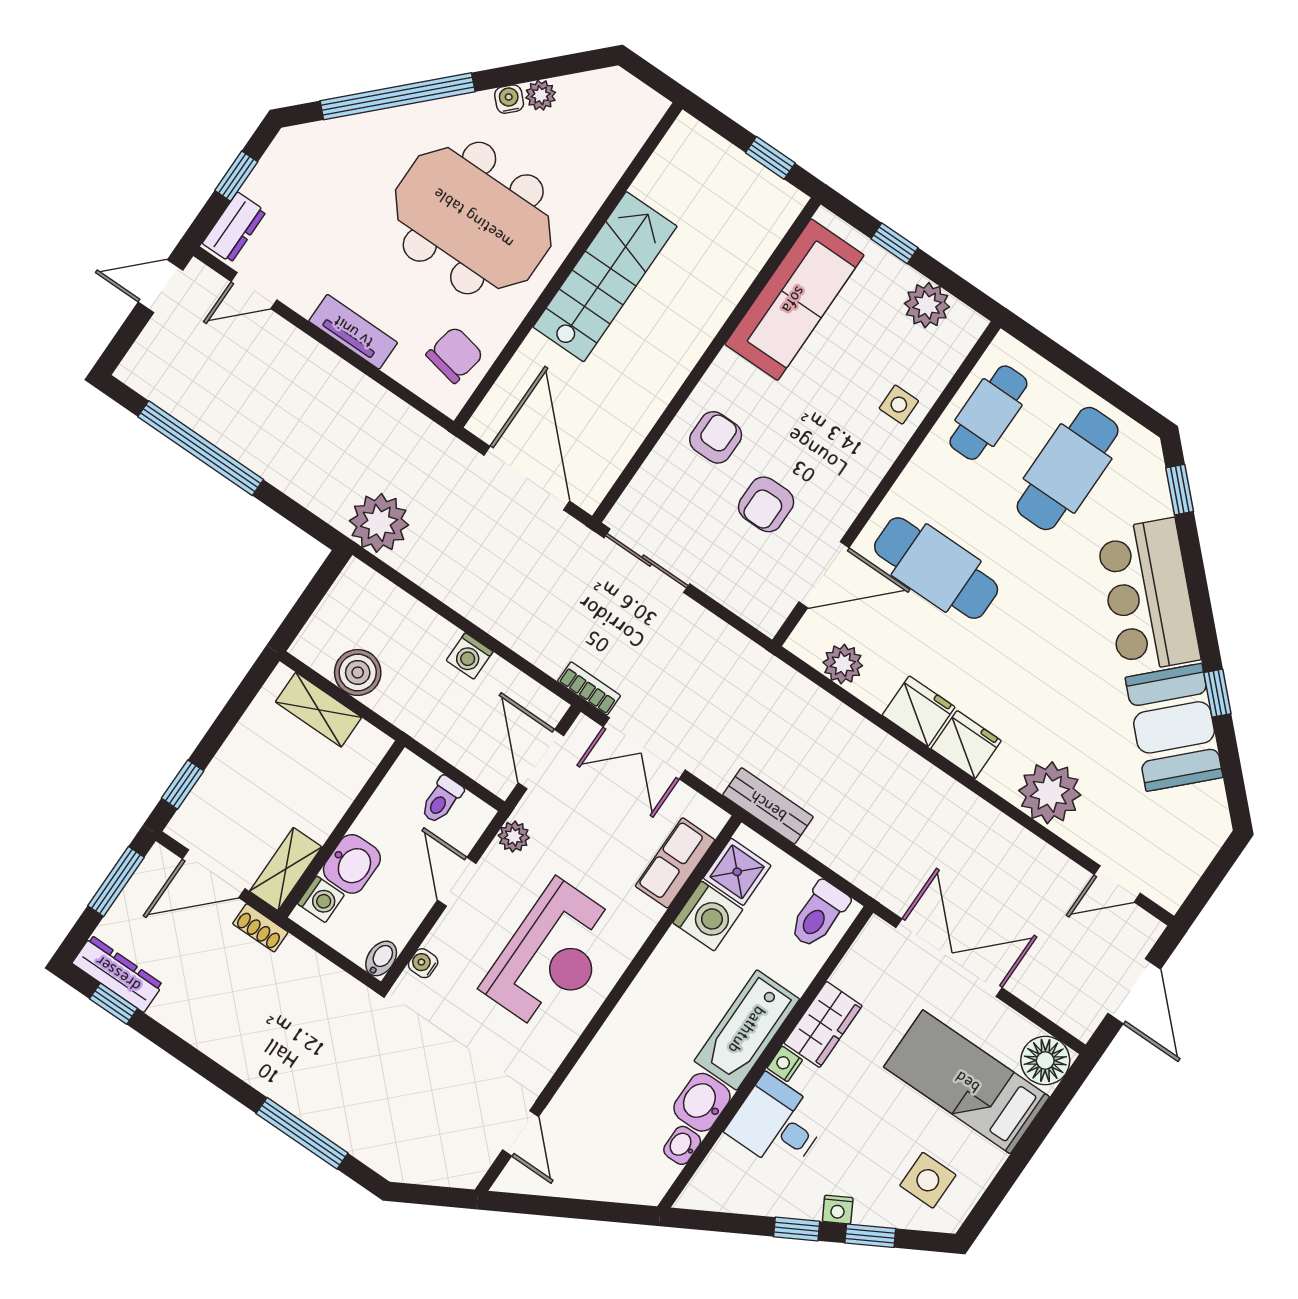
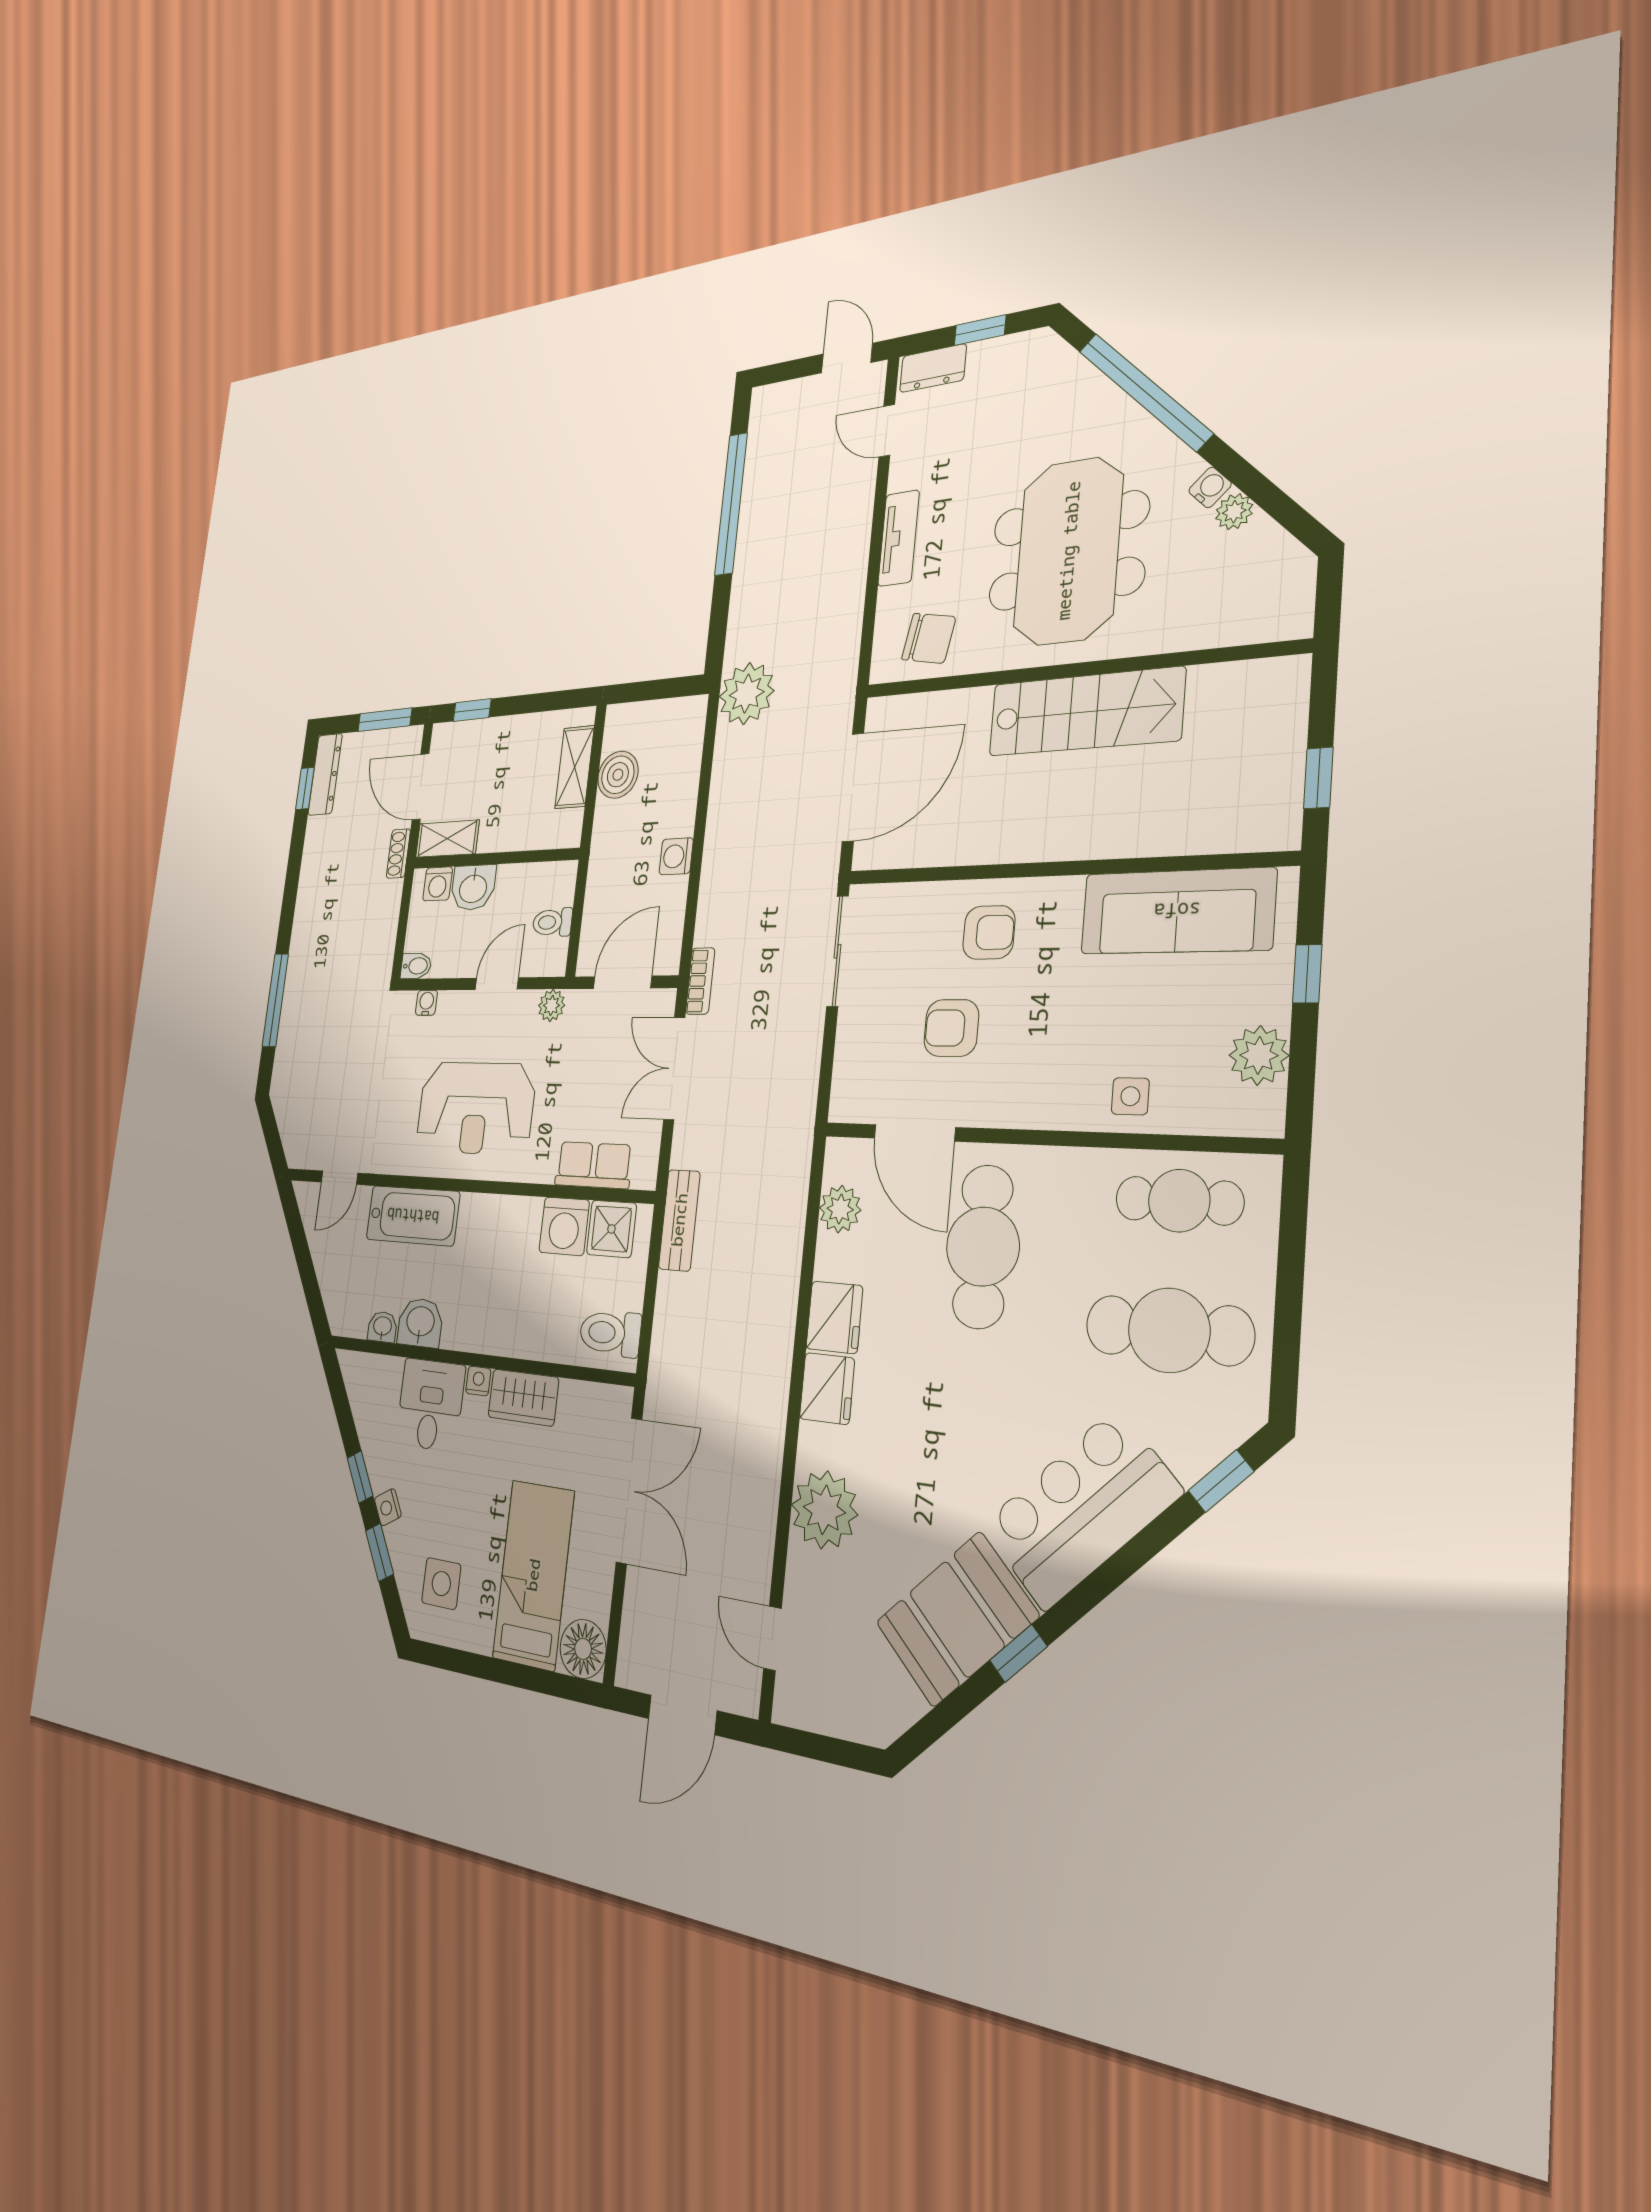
bathtub: (747, 1030) -> (413, 1216), moved, turned 180

